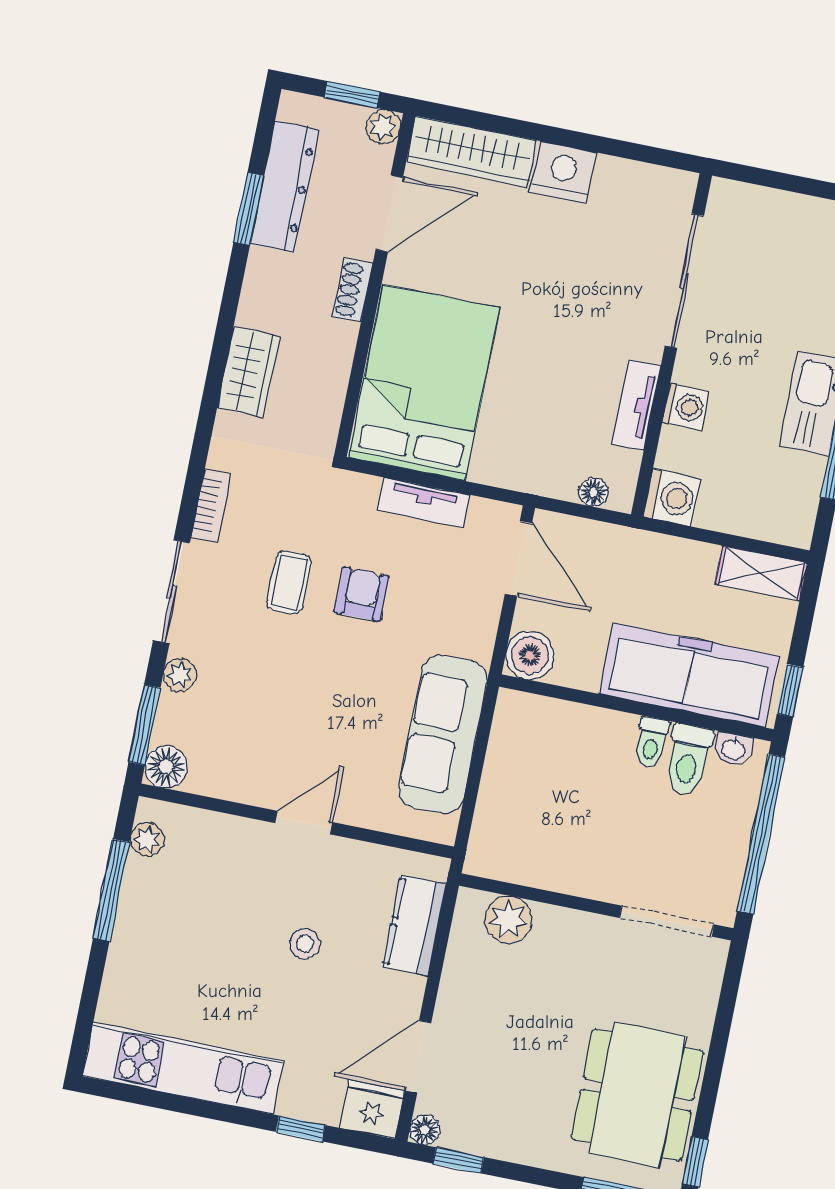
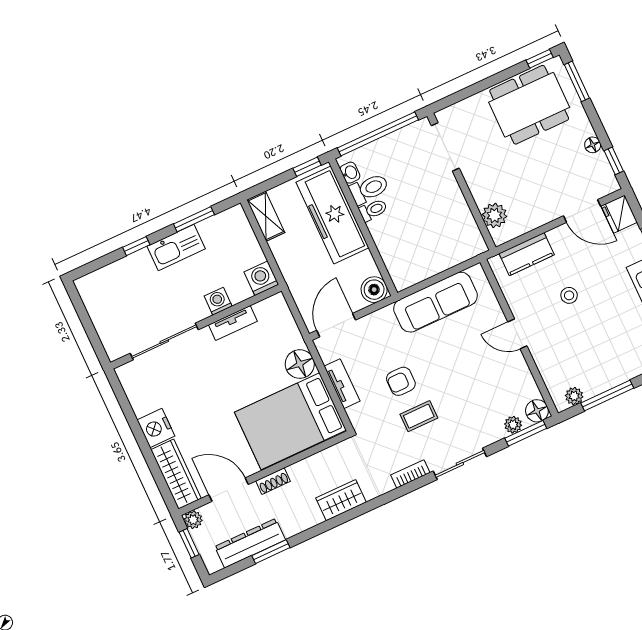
floor lamp: (593, 492) -> (300, 364), moved, width x1.89, depth x1.89
plant: (180, 675) -> (513, 425), moved
floor lamp: (425, 1130) -> (593, 145), moved

